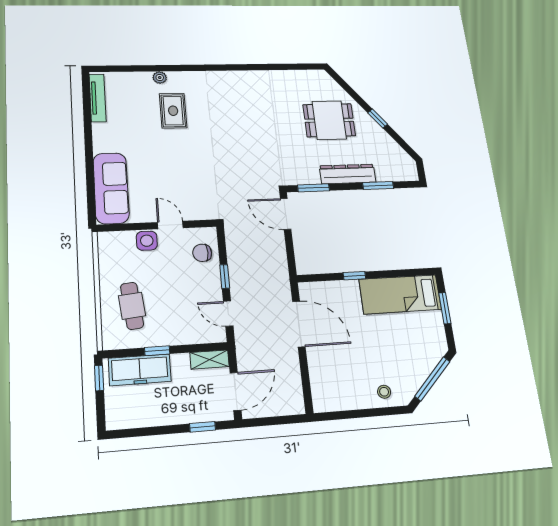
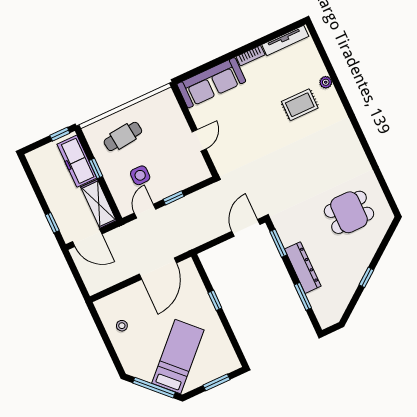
dining table: (329, 120) -> (349, 212), moved, turned 90
bookcase: (99, 138) -> (250, 56), added
side table: (147, 241) -> (140, 175), moved
chair: (202, 253) -> (186, 173), removed
bed: (400, 294) -> (178, 357), moved, turned 45
shelving: (210, 360) -> (99, 204), width x1.50, depth x1.33
stool: (384, 392) -> (122, 326), moved

